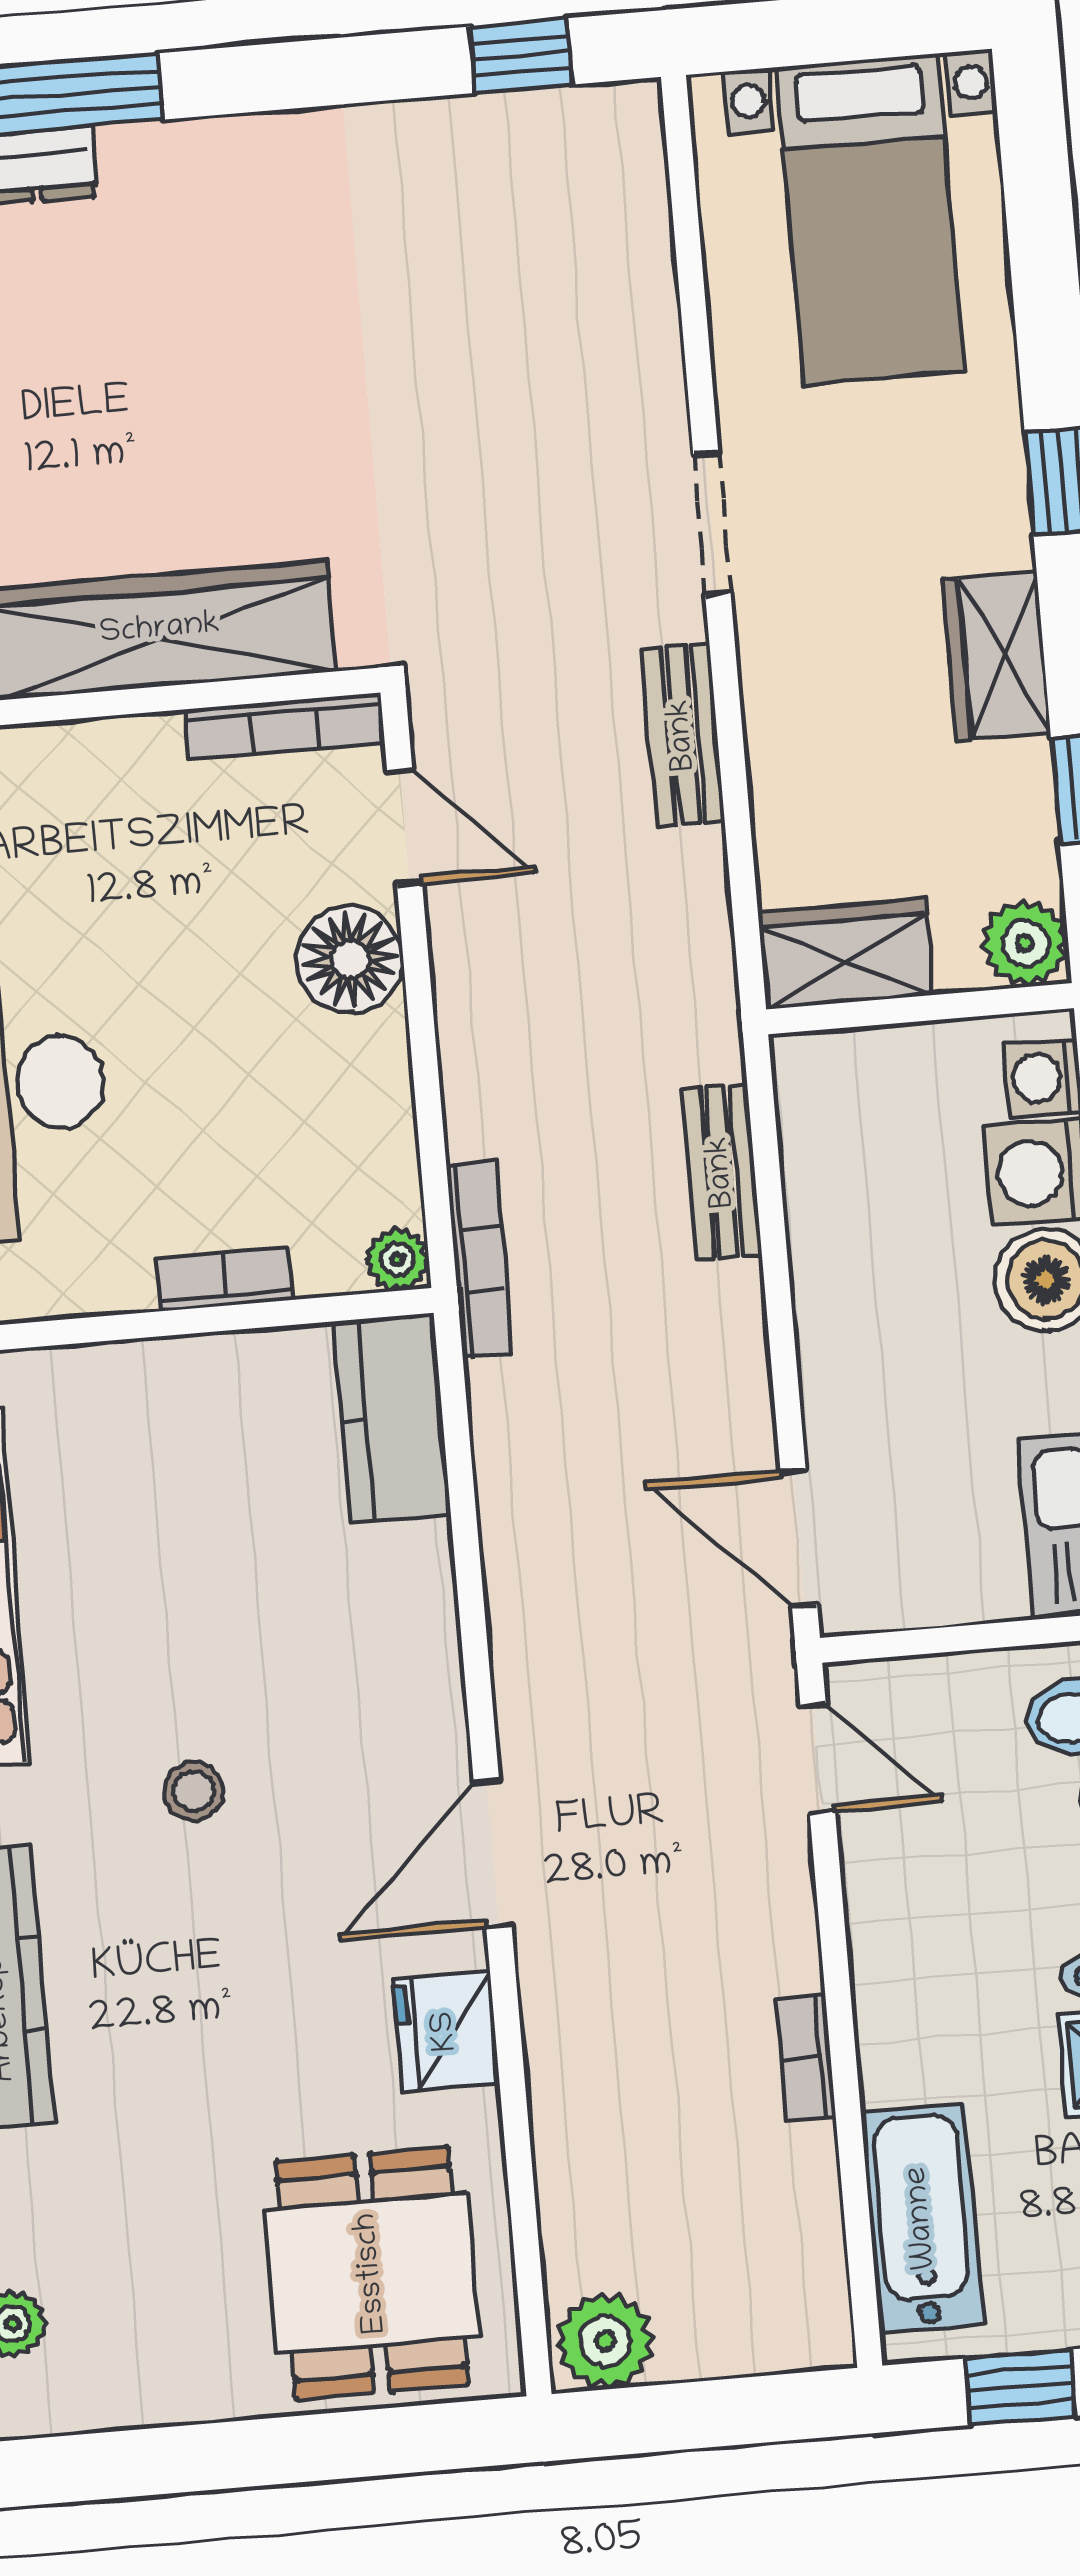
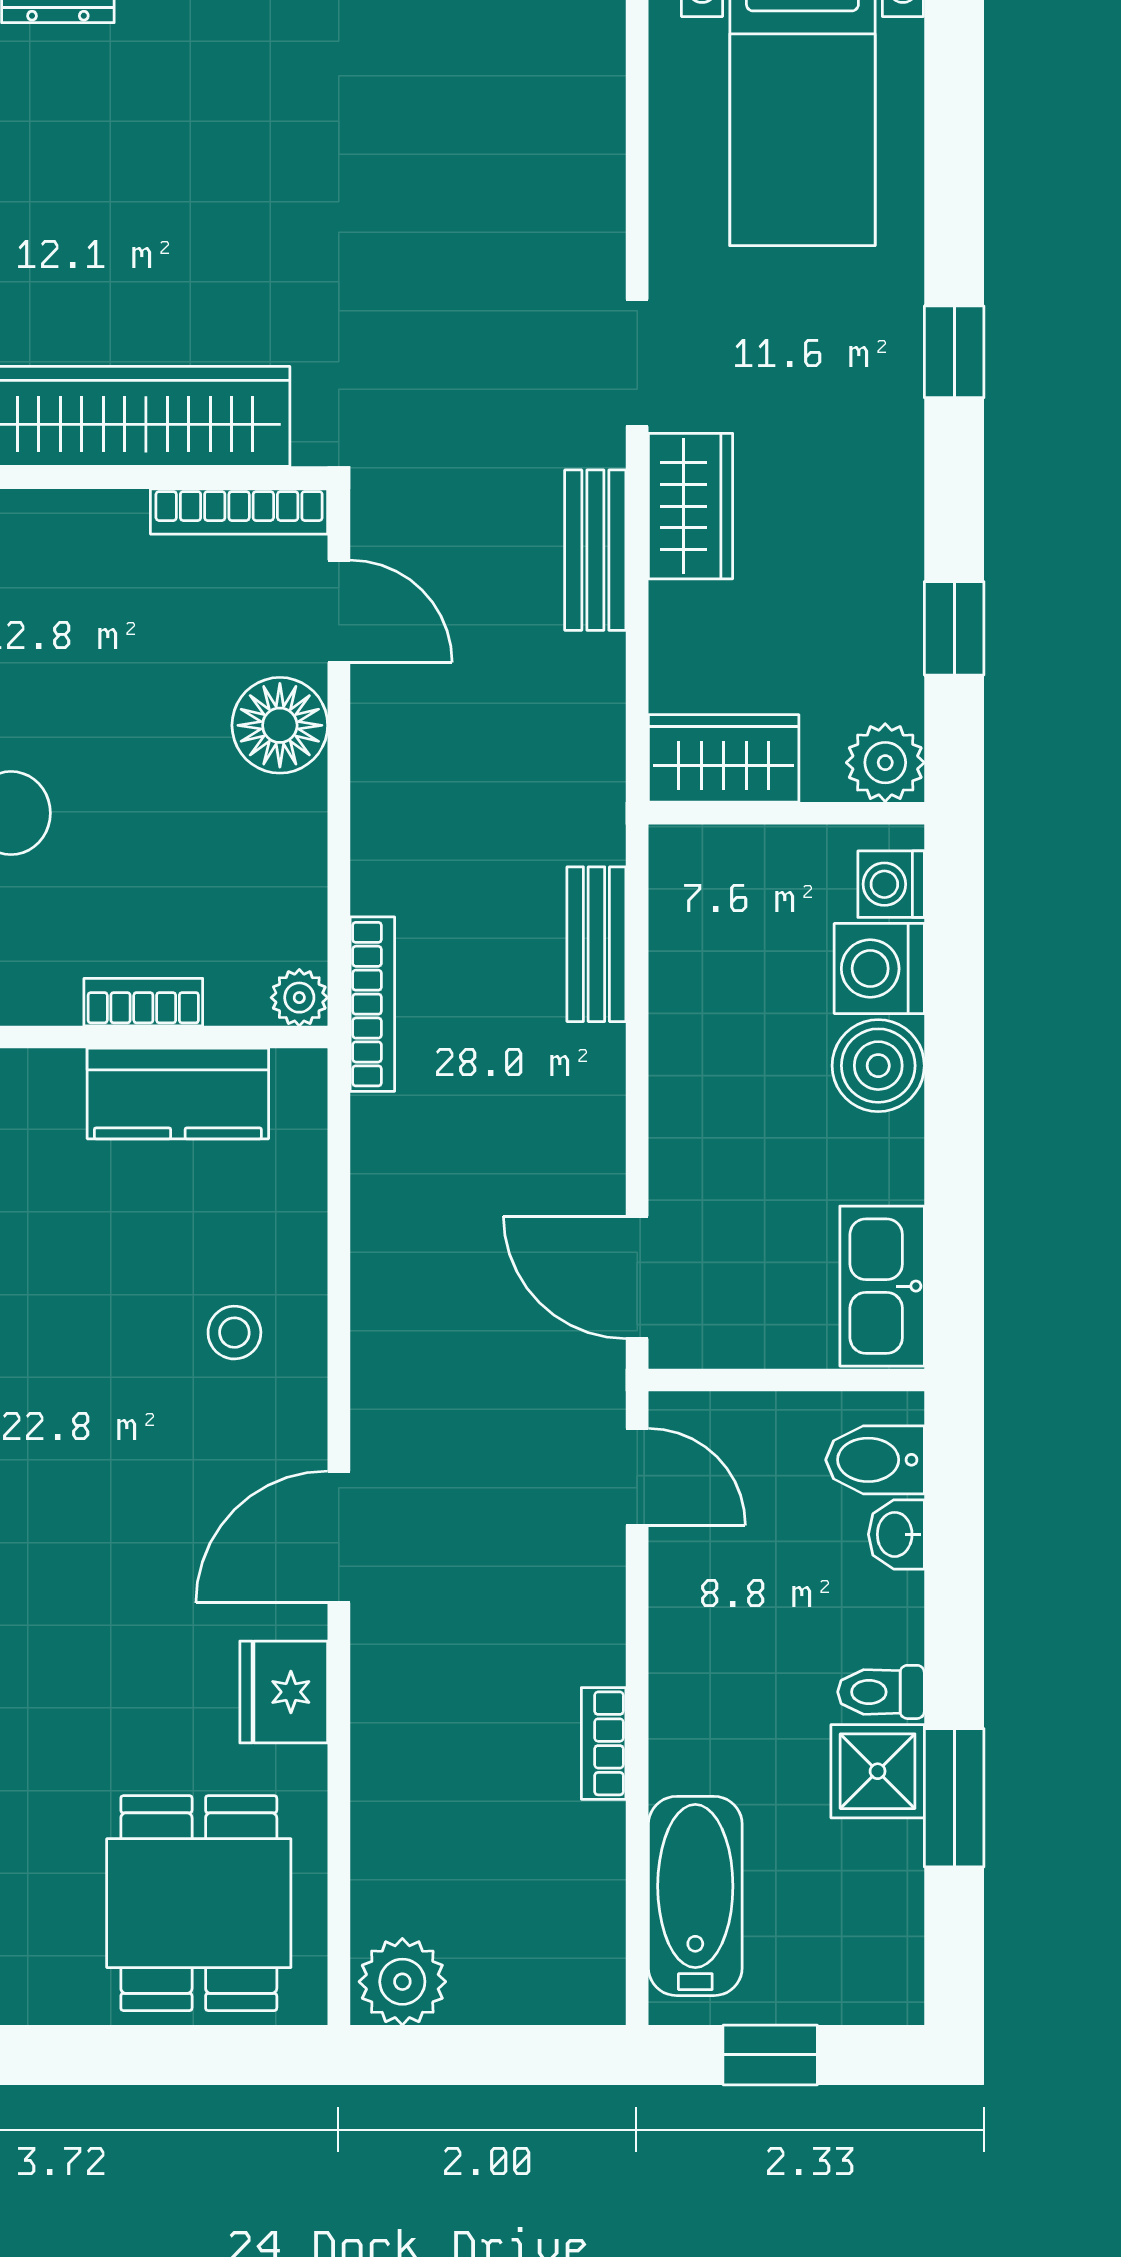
wardrobe: (997, 656) -> (691, 506), moved, turned 180
kitchen counter: (392, 1418) -> (178, 1094), moved, turned -90
stool: (194, 1791) -> (234, 1333), moved

